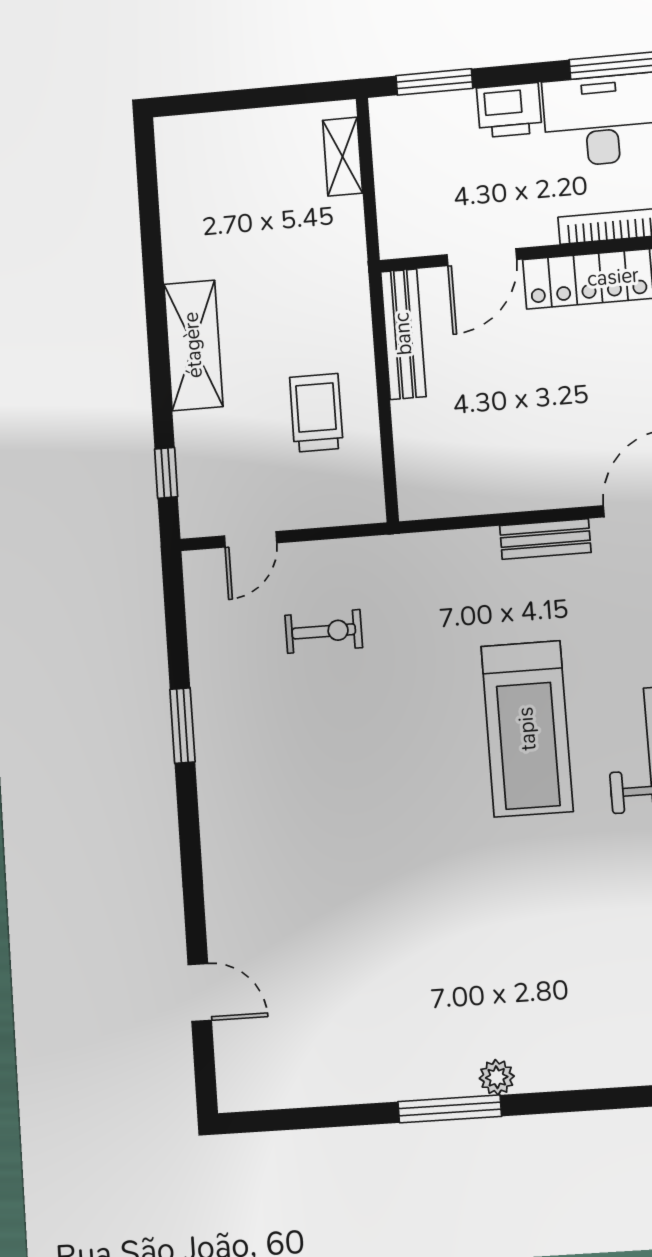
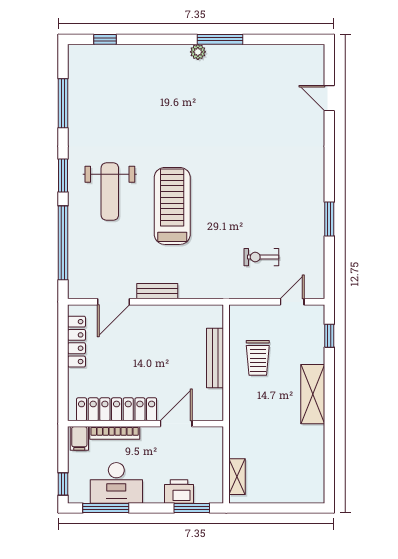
printer: (509, 110) -> (179, 492), moved
bench: (403, 334) -> (215, 358), moved

